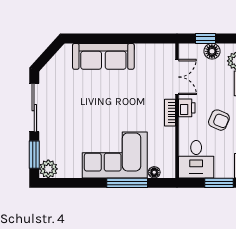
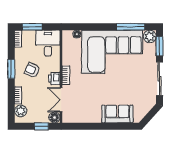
floor lamp: (212, 51) -> (54, 118), moved
sofa: (103, 56) -> (117, 114), width x0.73
corner sofa: (115, 155) -> (112, 52), width x1.36, depth x1.36
window: (127, 183) -> (131, 27), moved

